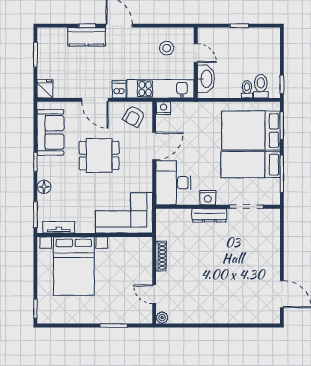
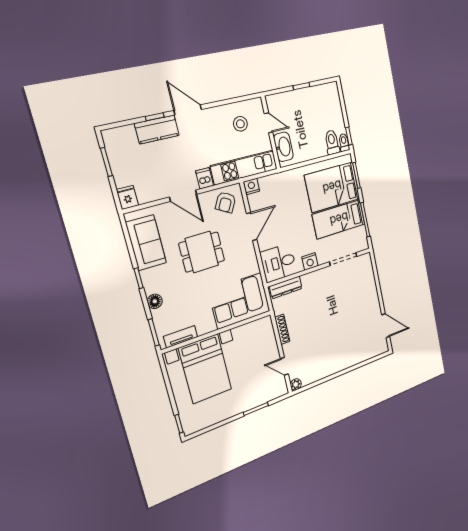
toilet: (247, 89) -> (344, 142), moved
desk: (173, 183) -> (279, 263), width x0.73
dresser: (209, 215) -> (286, 287), moved

